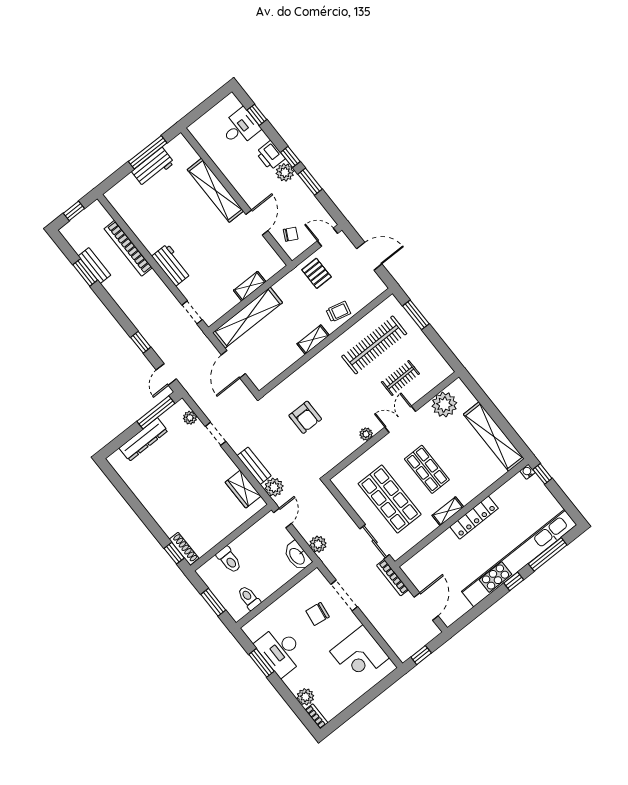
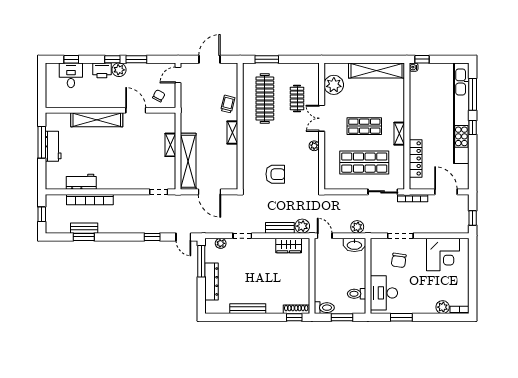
workbench: (171, 265) -> (81, 182), moved
pallet: (316, 273) -> (194, 99), removed
bench: (145, 499) -> (248, 309), added
locker: (474, 518) -> (416, 158), moved
toilet: (229, 560) -> (324, 308), moved
desk: (280, 651) -> (384, 293), moved, turned 90

